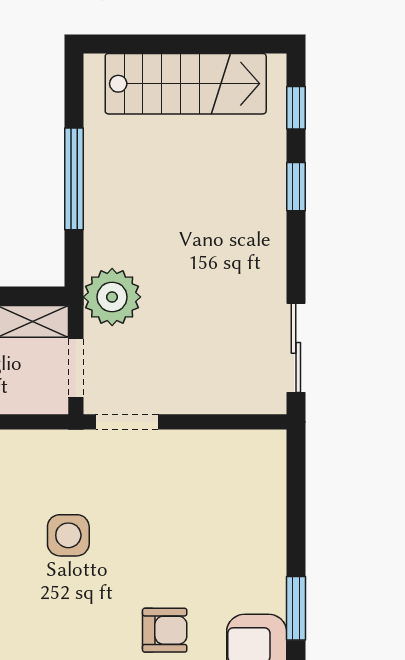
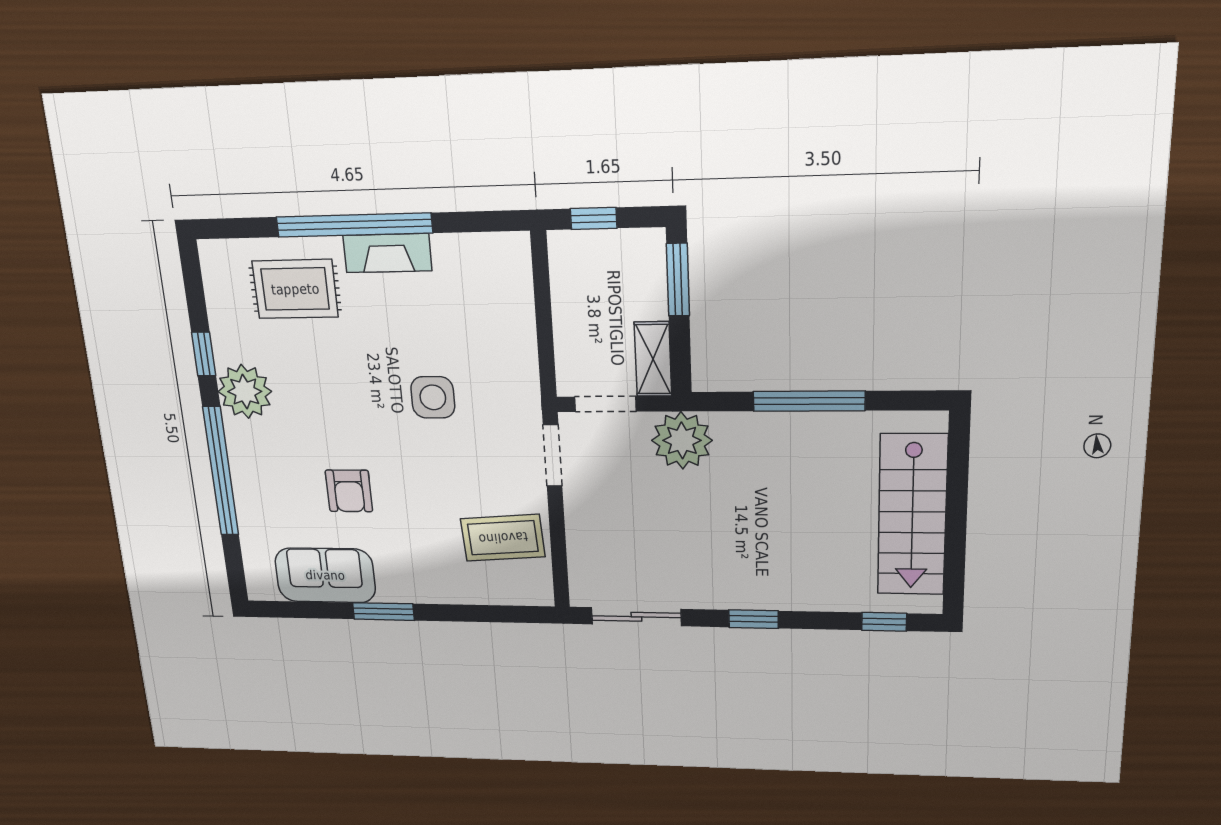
window: (296, 187) -> (754, 619), moved
coffee table: (213, 477) -> (503, 538), added

